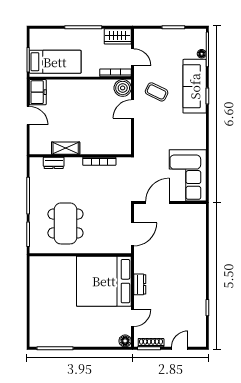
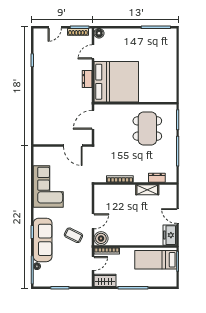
door: (132, 57) -> (93, 263), swing flipped
corner sofa: (188, 175) -> (48, 186), moved
door: (157, 203) -> (73, 146), hinge flipped

